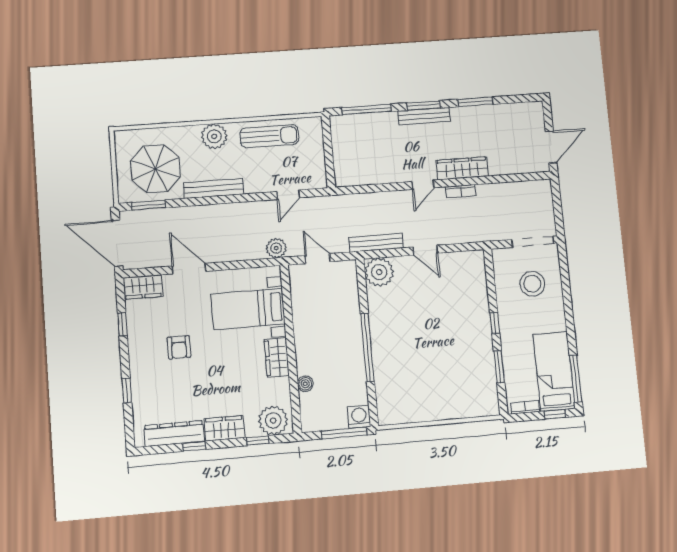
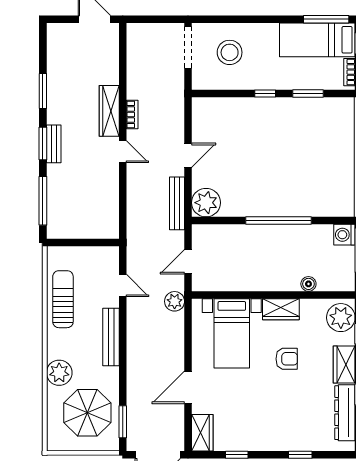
bench: (424, 116) -> (54, 144), width x0.73
plant: (214, 136) -> (59, 373), moved
bench: (214, 188) -> (111, 337), moved
armchair: (179, 347) -> (287, 359), moved

